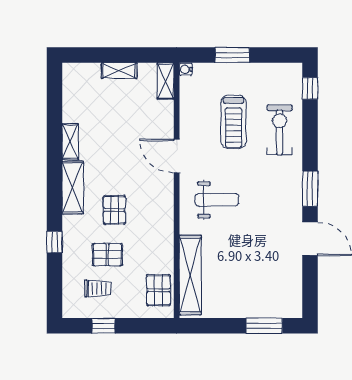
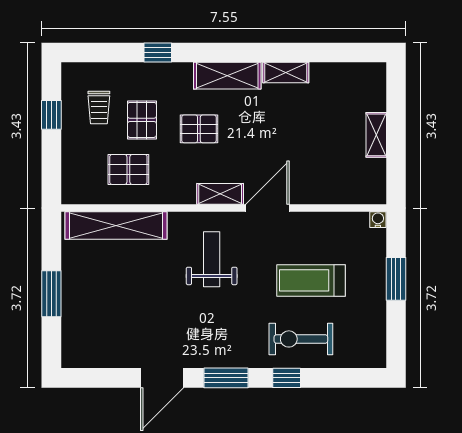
shelving: (166, 81) -> (220, 194), moved
window: (310, 88) -> (287, 378), moved
exercise bike: (279, 130) -> (301, 339), turned 180
weight bench: (217, 200) -> (212, 259), turned 180
pallet: (158, 290) -> (128, 169), moved
window: (264, 326) -> (51, 294), moved

